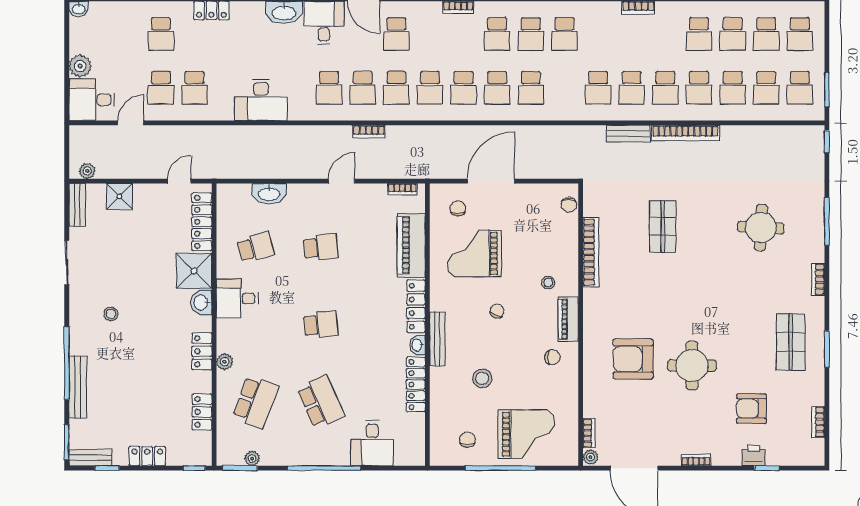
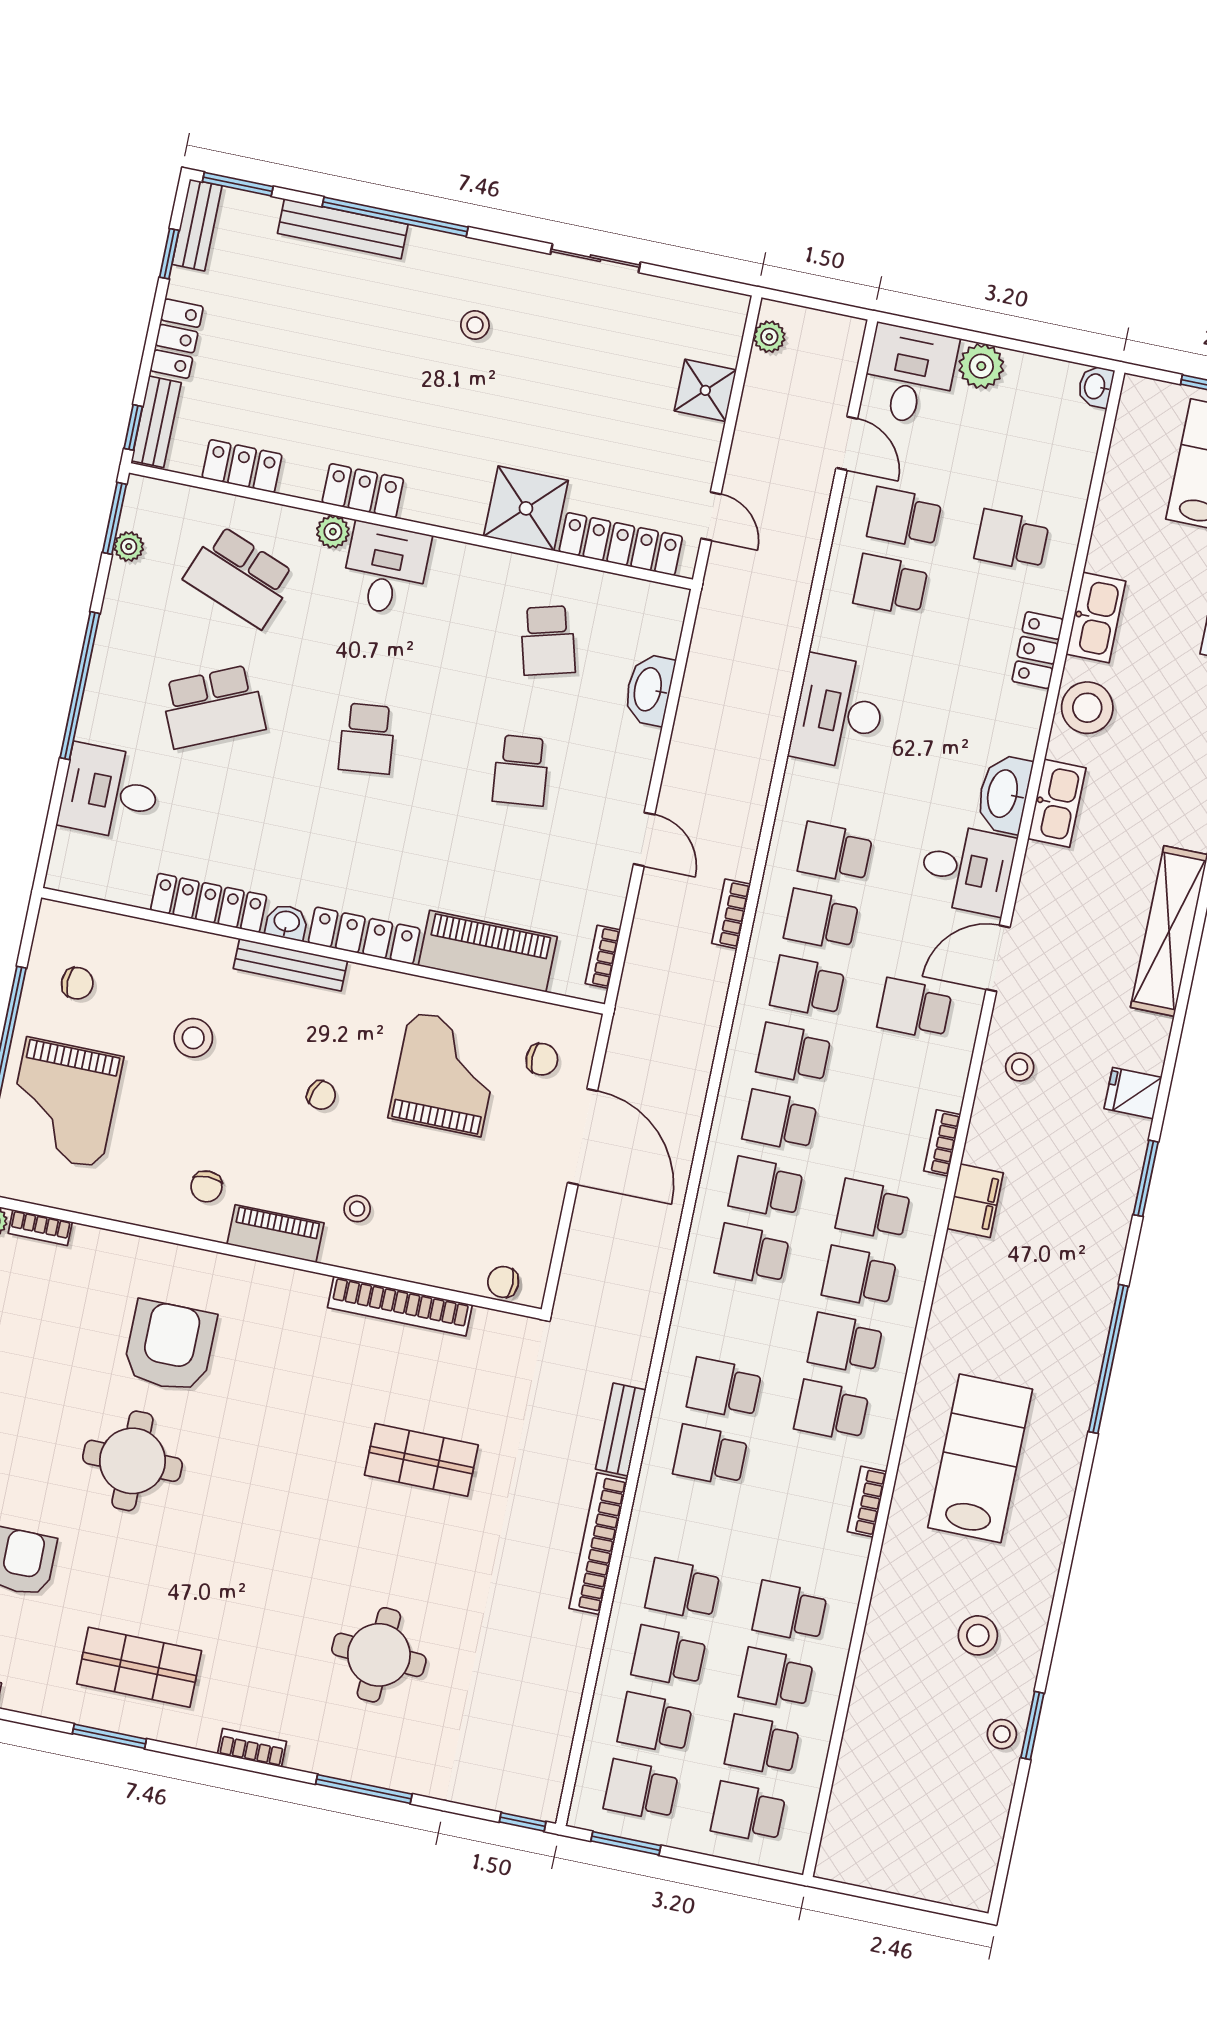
school desk: (665, 88) -> (831, 1411), moved
bench: (77, 205) -> (156, 422), moved, turned 90
desk: (237, 298) -> (386, 569), moved
washbasin: (201, 303) -> (460, 510), removed

